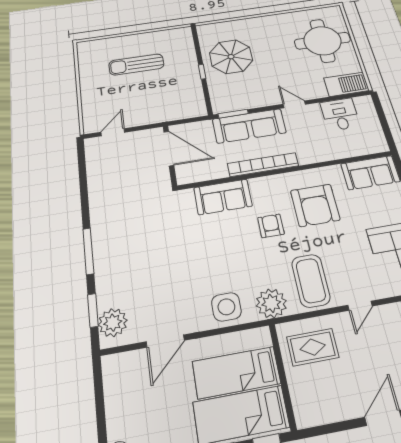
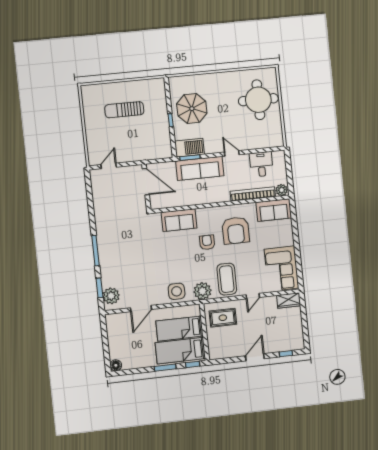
barbecue: (346, 84) -> (190, 148), moved
plant: (377, 145) -> (282, 190), added
bookcase: (263, 165) -> (253, 194), moved

